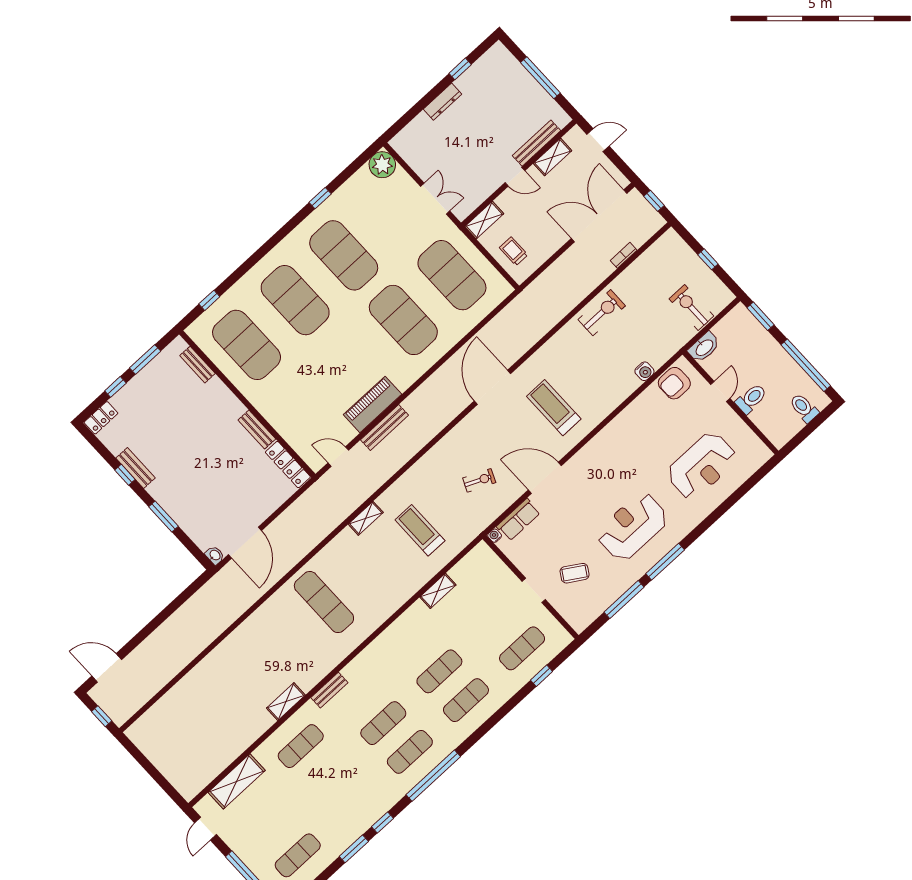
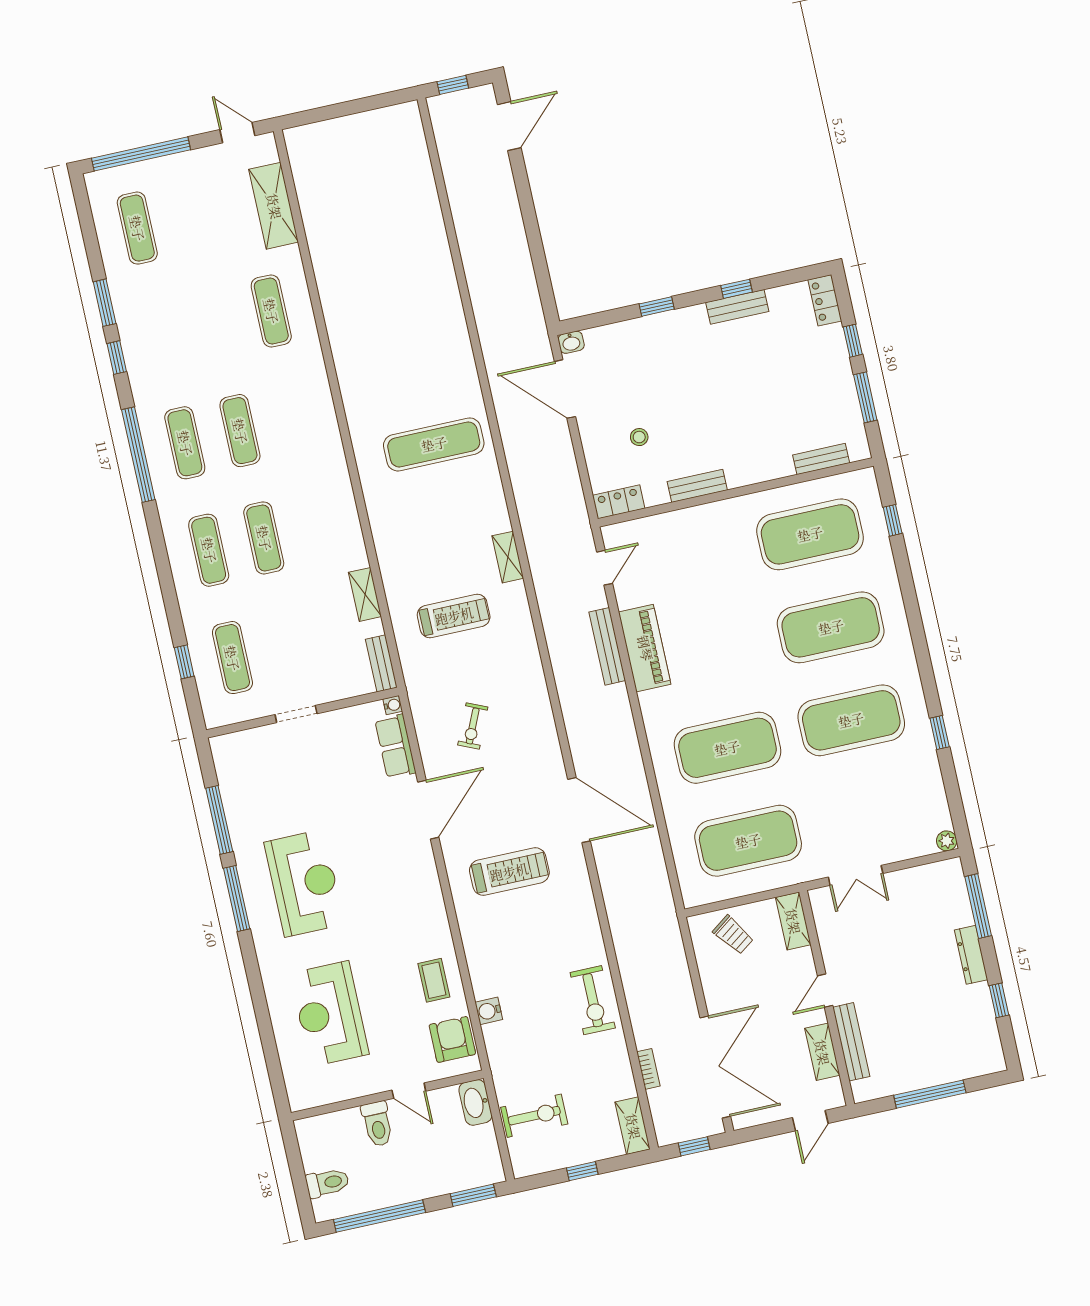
window: (411, 114) -> (978, 906), added
plant: (382, 165) -> (947, 841), width x0.53, depth x0.53
trolley: (514, 251) -> (733, 935), turned 54
locker: (288, 465) -> (619, 502), width x0.66
stool: (248, 481) -> (639, 437), added
window: (163, 516) -> (657, 307), width x0.67
coffee table: (575, 573) -> (434, 980), moved, turned -32
bench: (329, 690) -> (381, 663), moved
shelving: (286, 702) -> (633, 1126), moved

